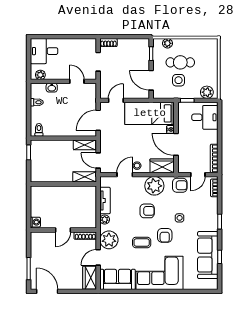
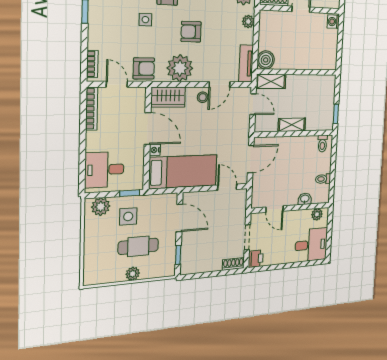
plant: (168, 43) -> (133, 274), moved
printer: (91, 45) -> (256, 259), added
side table: (179, 80) -> (128, 216), moved
door: (116, 100) -> (227, 187), swing flipped
shelving: (85, 145) -> (292, 125), moved
door: (198, 175) -> (117, 84), hinge flipped
armchair: (180, 185) -> (144, 68), turned 180
boiler: (90, 193) -> (266, 60), added
tv unit: (105, 201) -> (246, 64), moved

